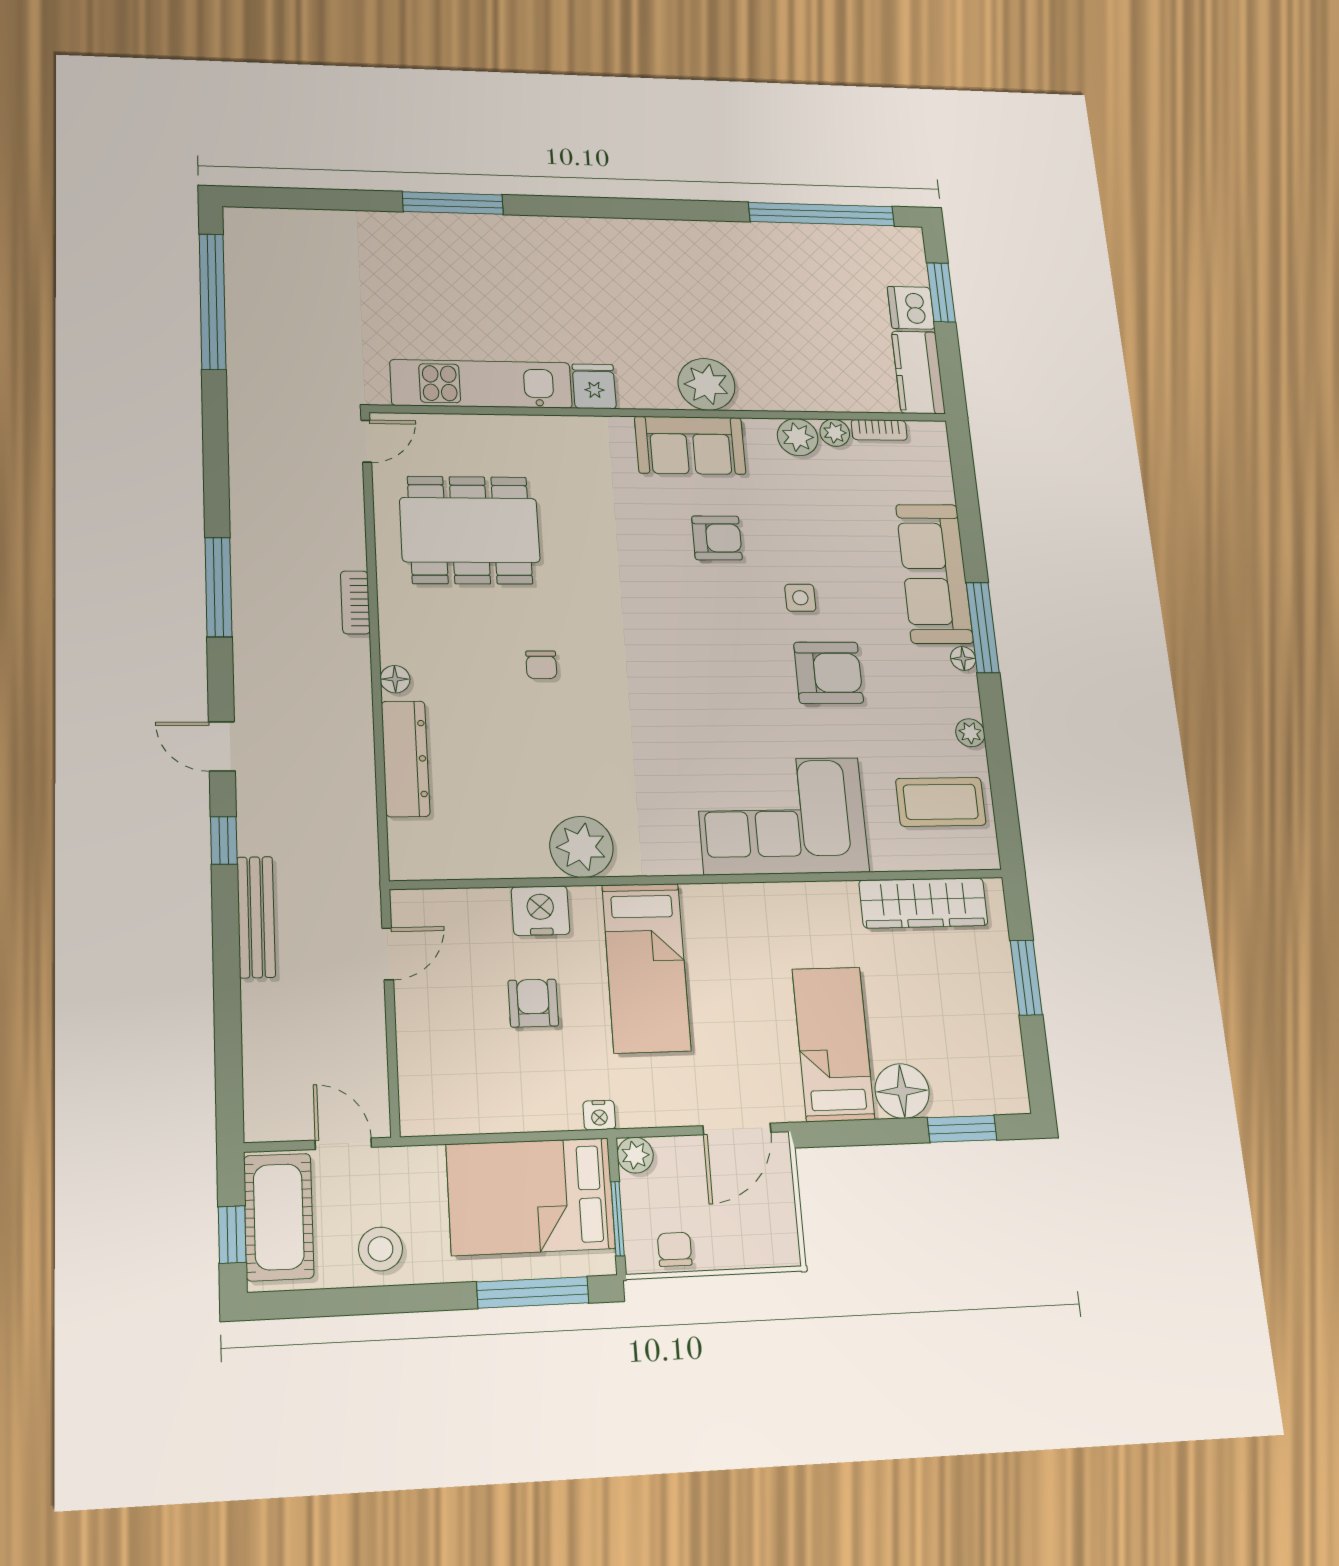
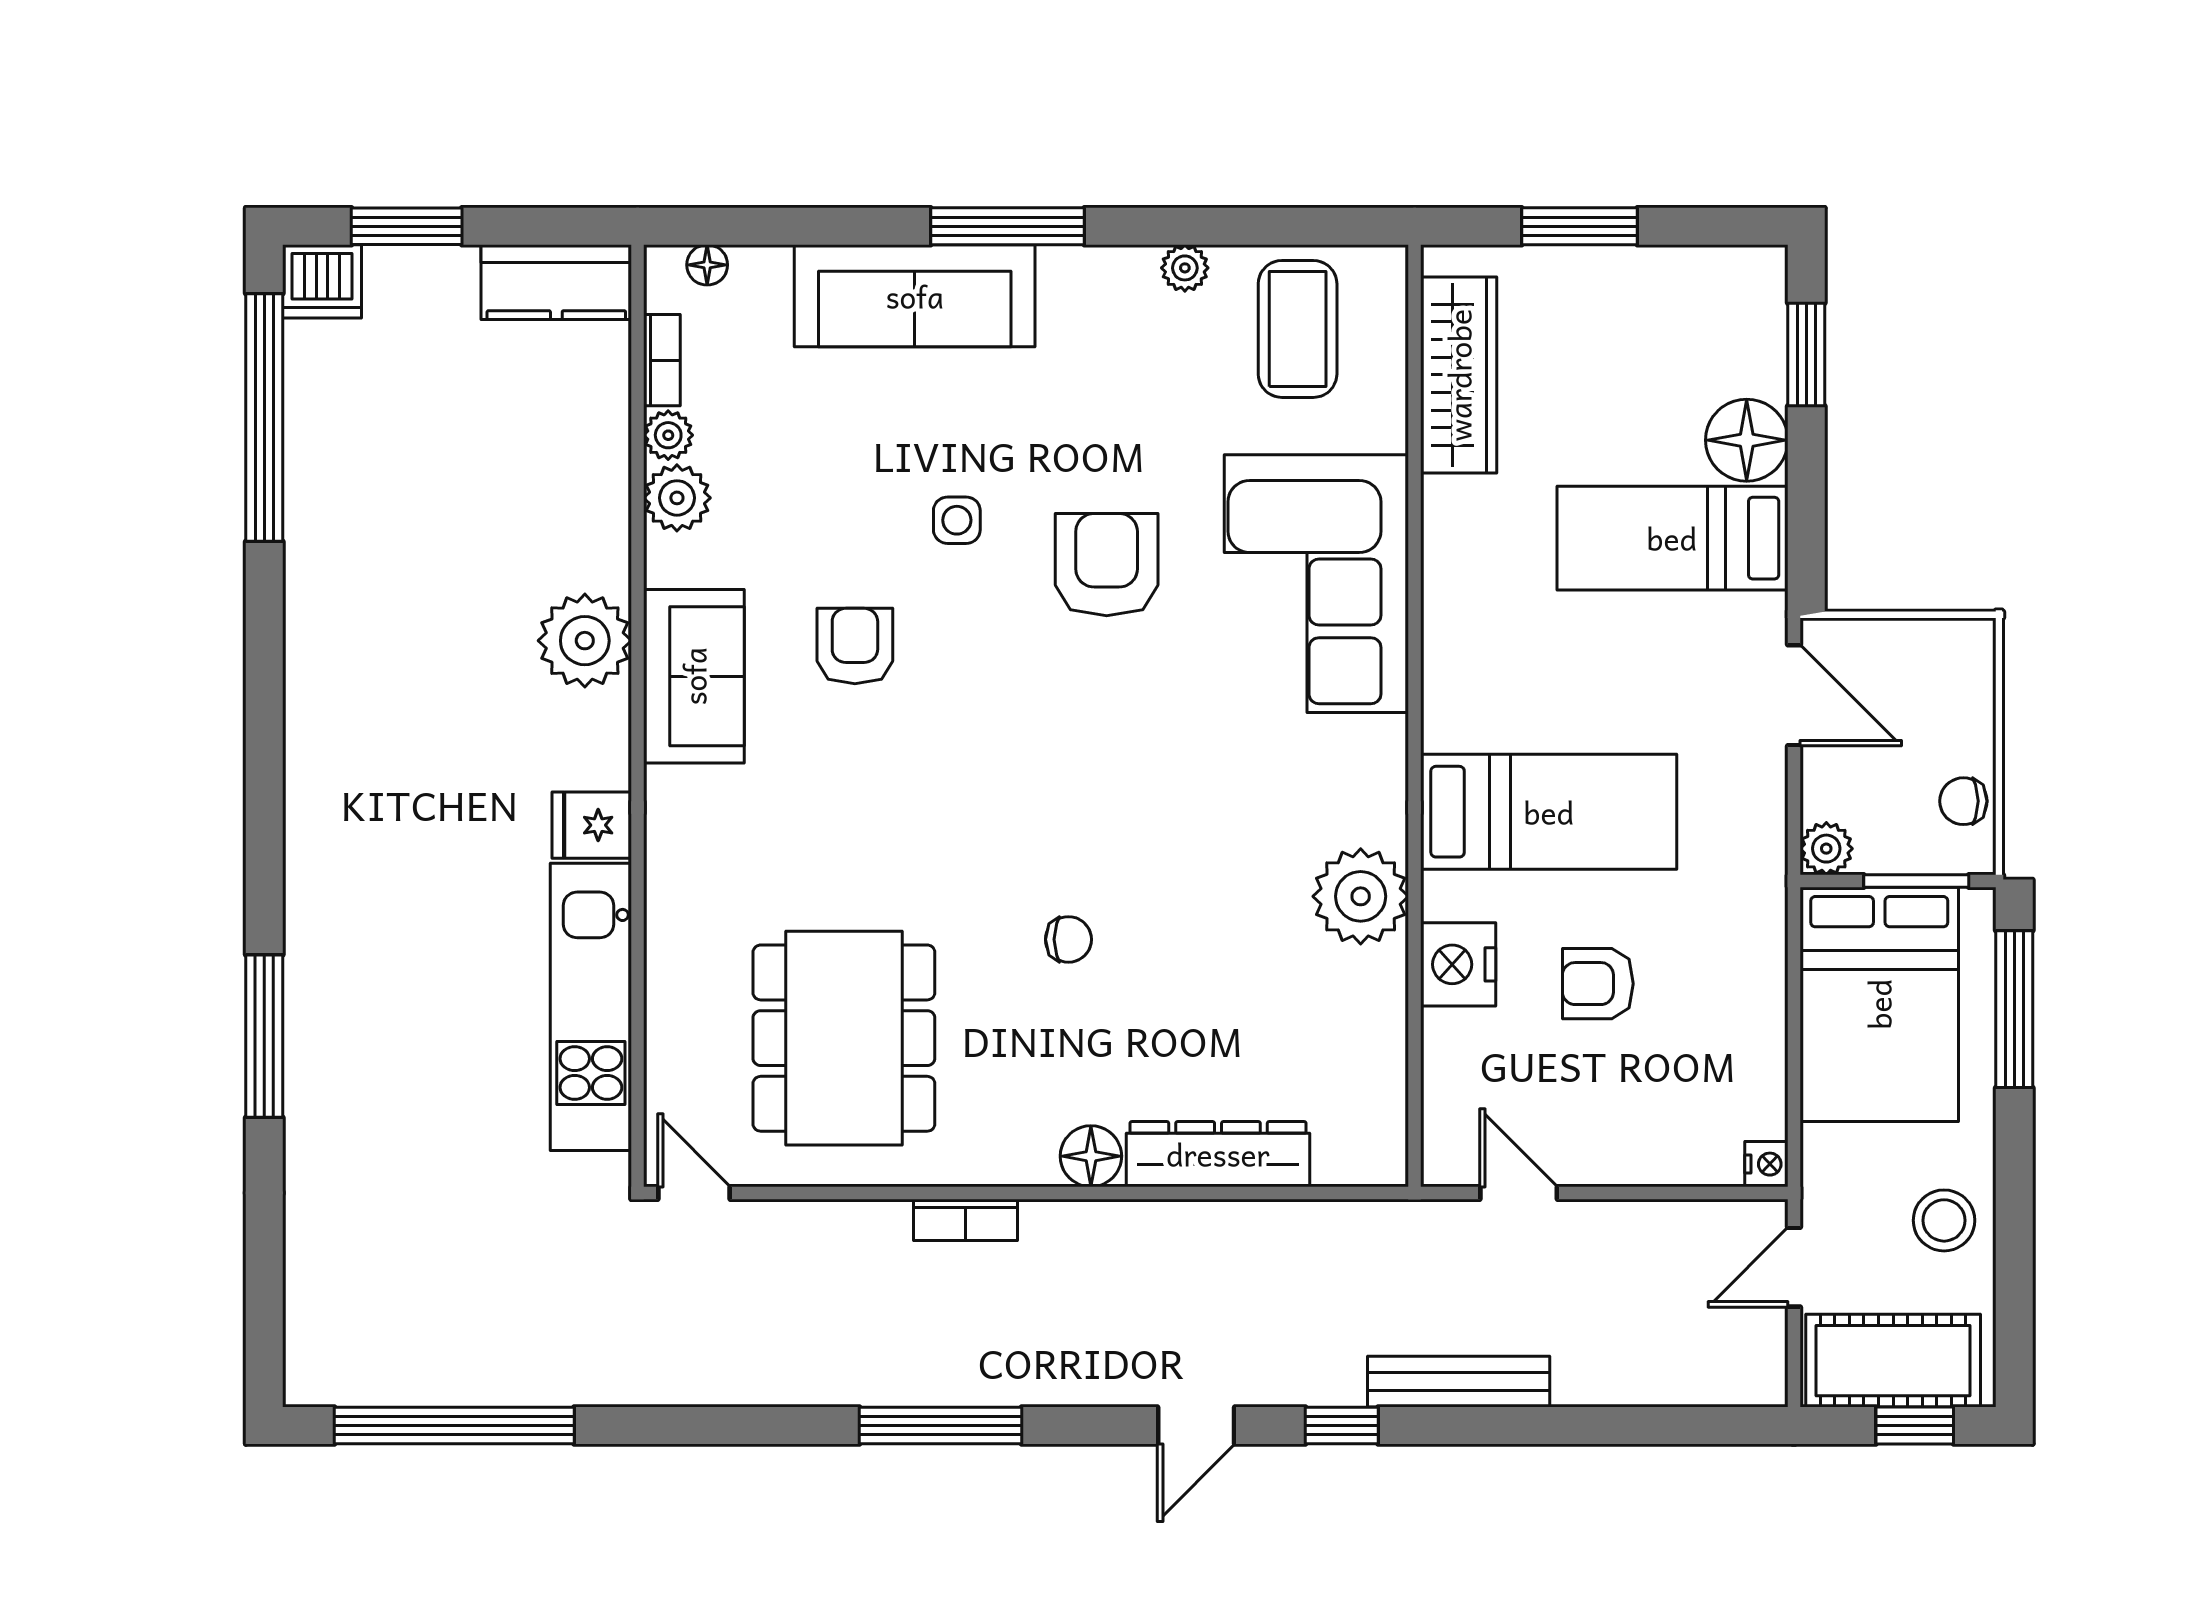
dishwasher: (911, 308) -> (322, 281), moved
floor lamp: (963, 658) -> (707, 265), moved
armchair: (829, 673) -> (1107, 565), moved
floor lamp: (395, 679) -> (1091, 1156), width x1.37, depth x1.37
nightstand: (599, 1115) -> (1766, 1164), moved

